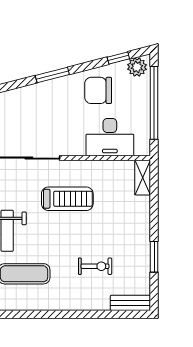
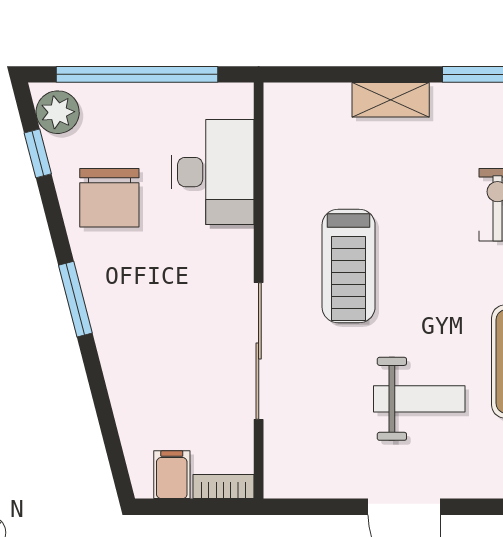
shelving: (143, 178) -> (391, 100), moved
treadmill: (67, 199) -> (349, 266), turned 180

